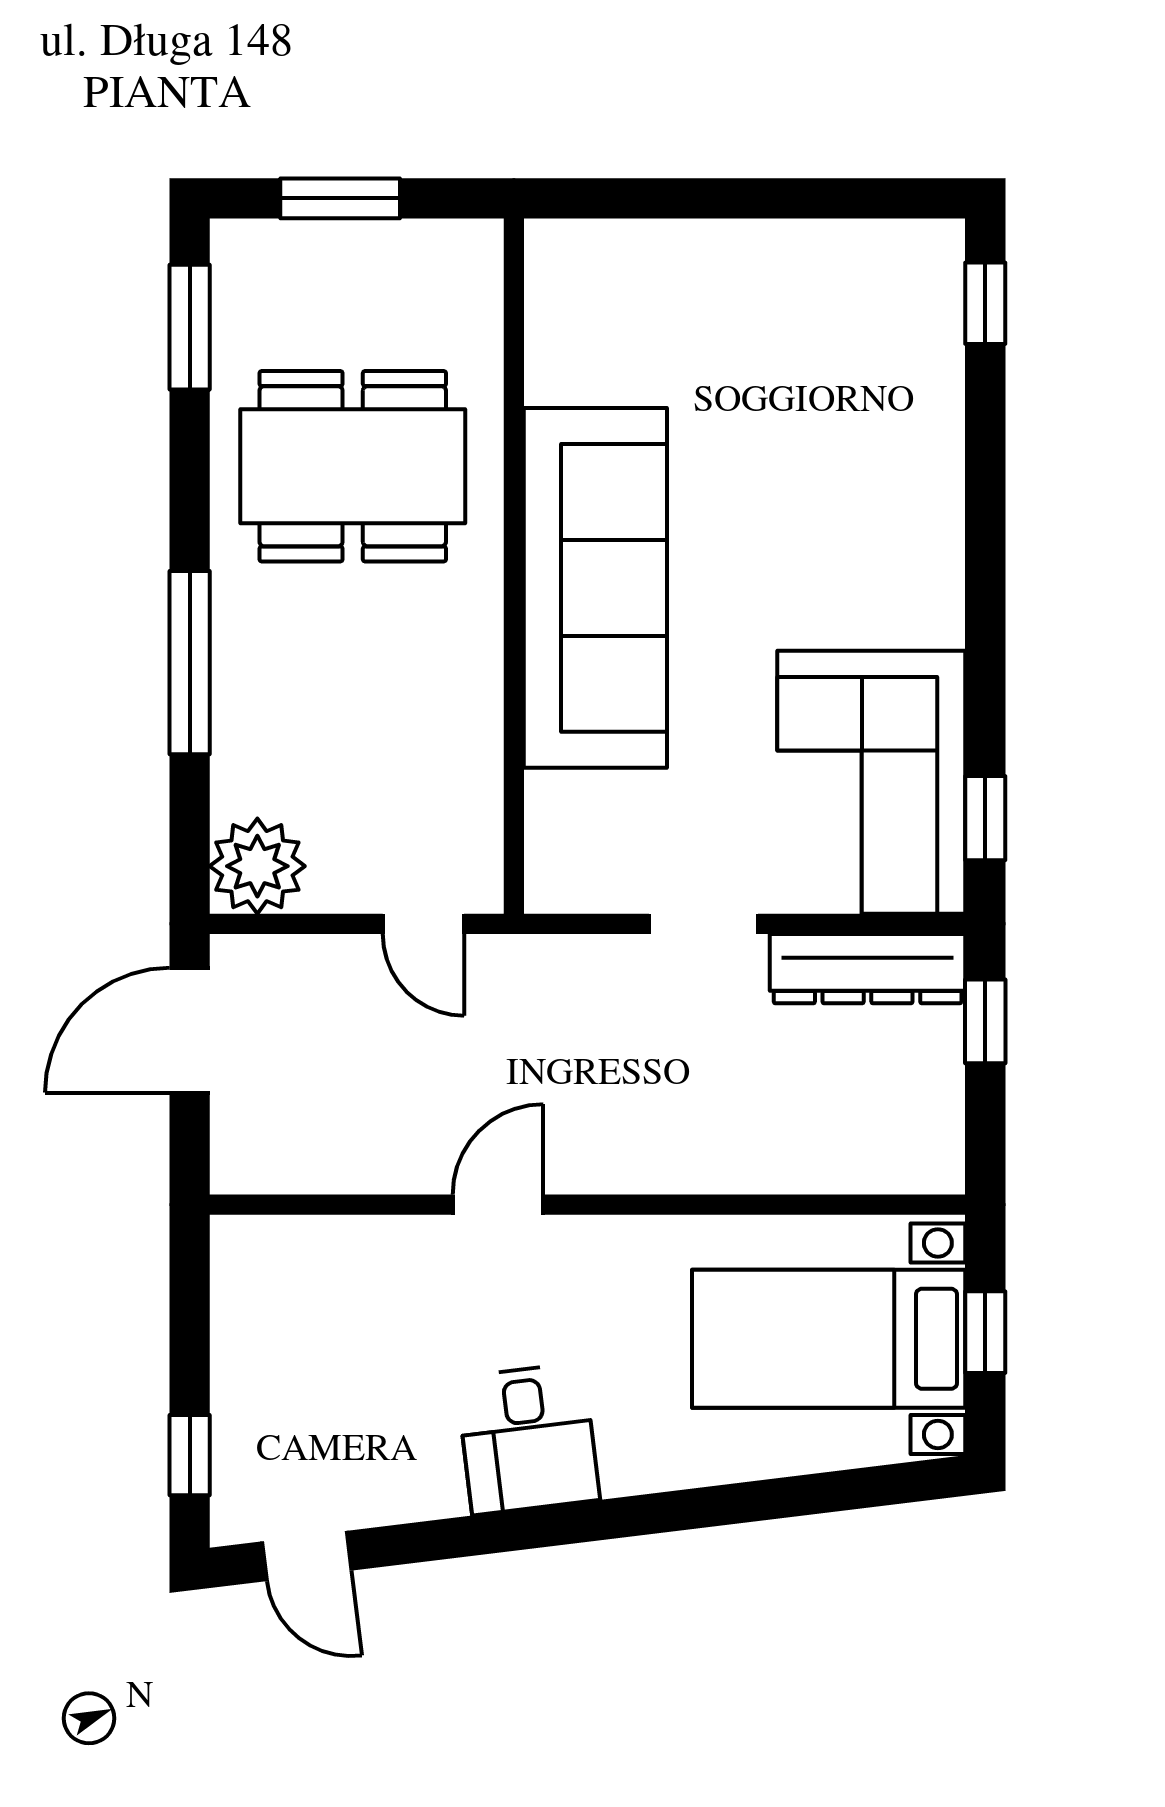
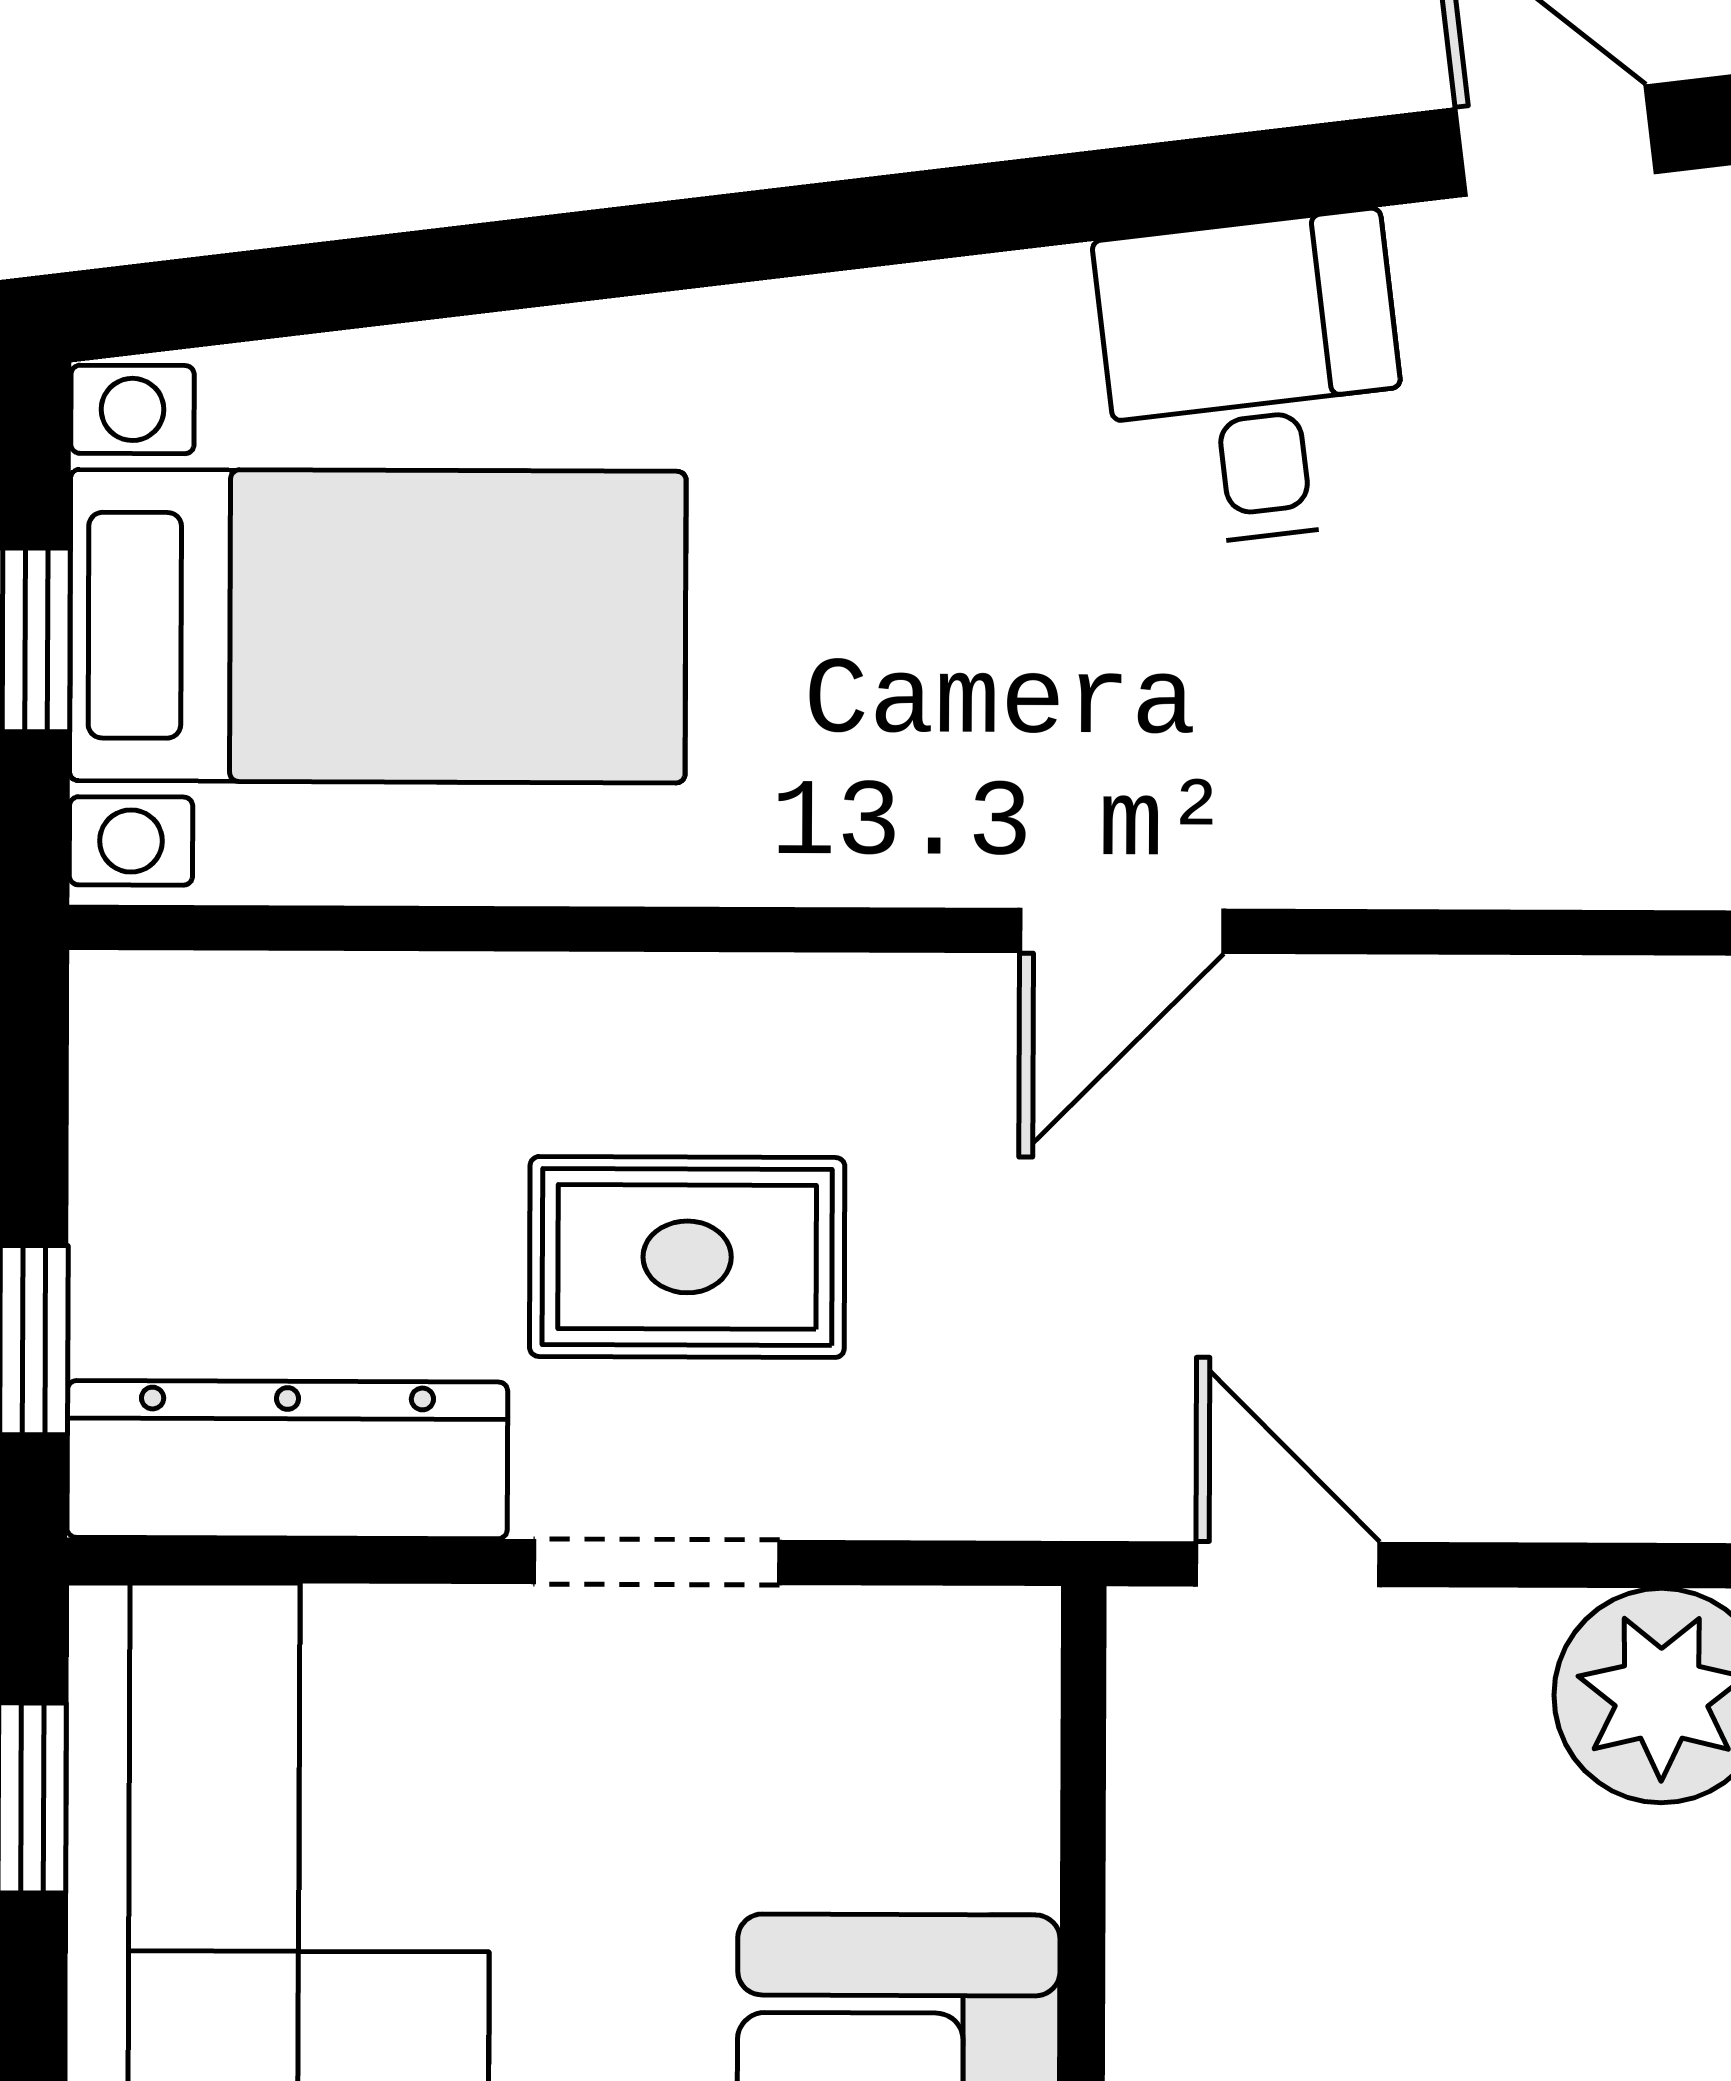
rug: (690, 1059) -> (687, 1257), added
desk: (528, 1439) -> (1254, 380), moved

